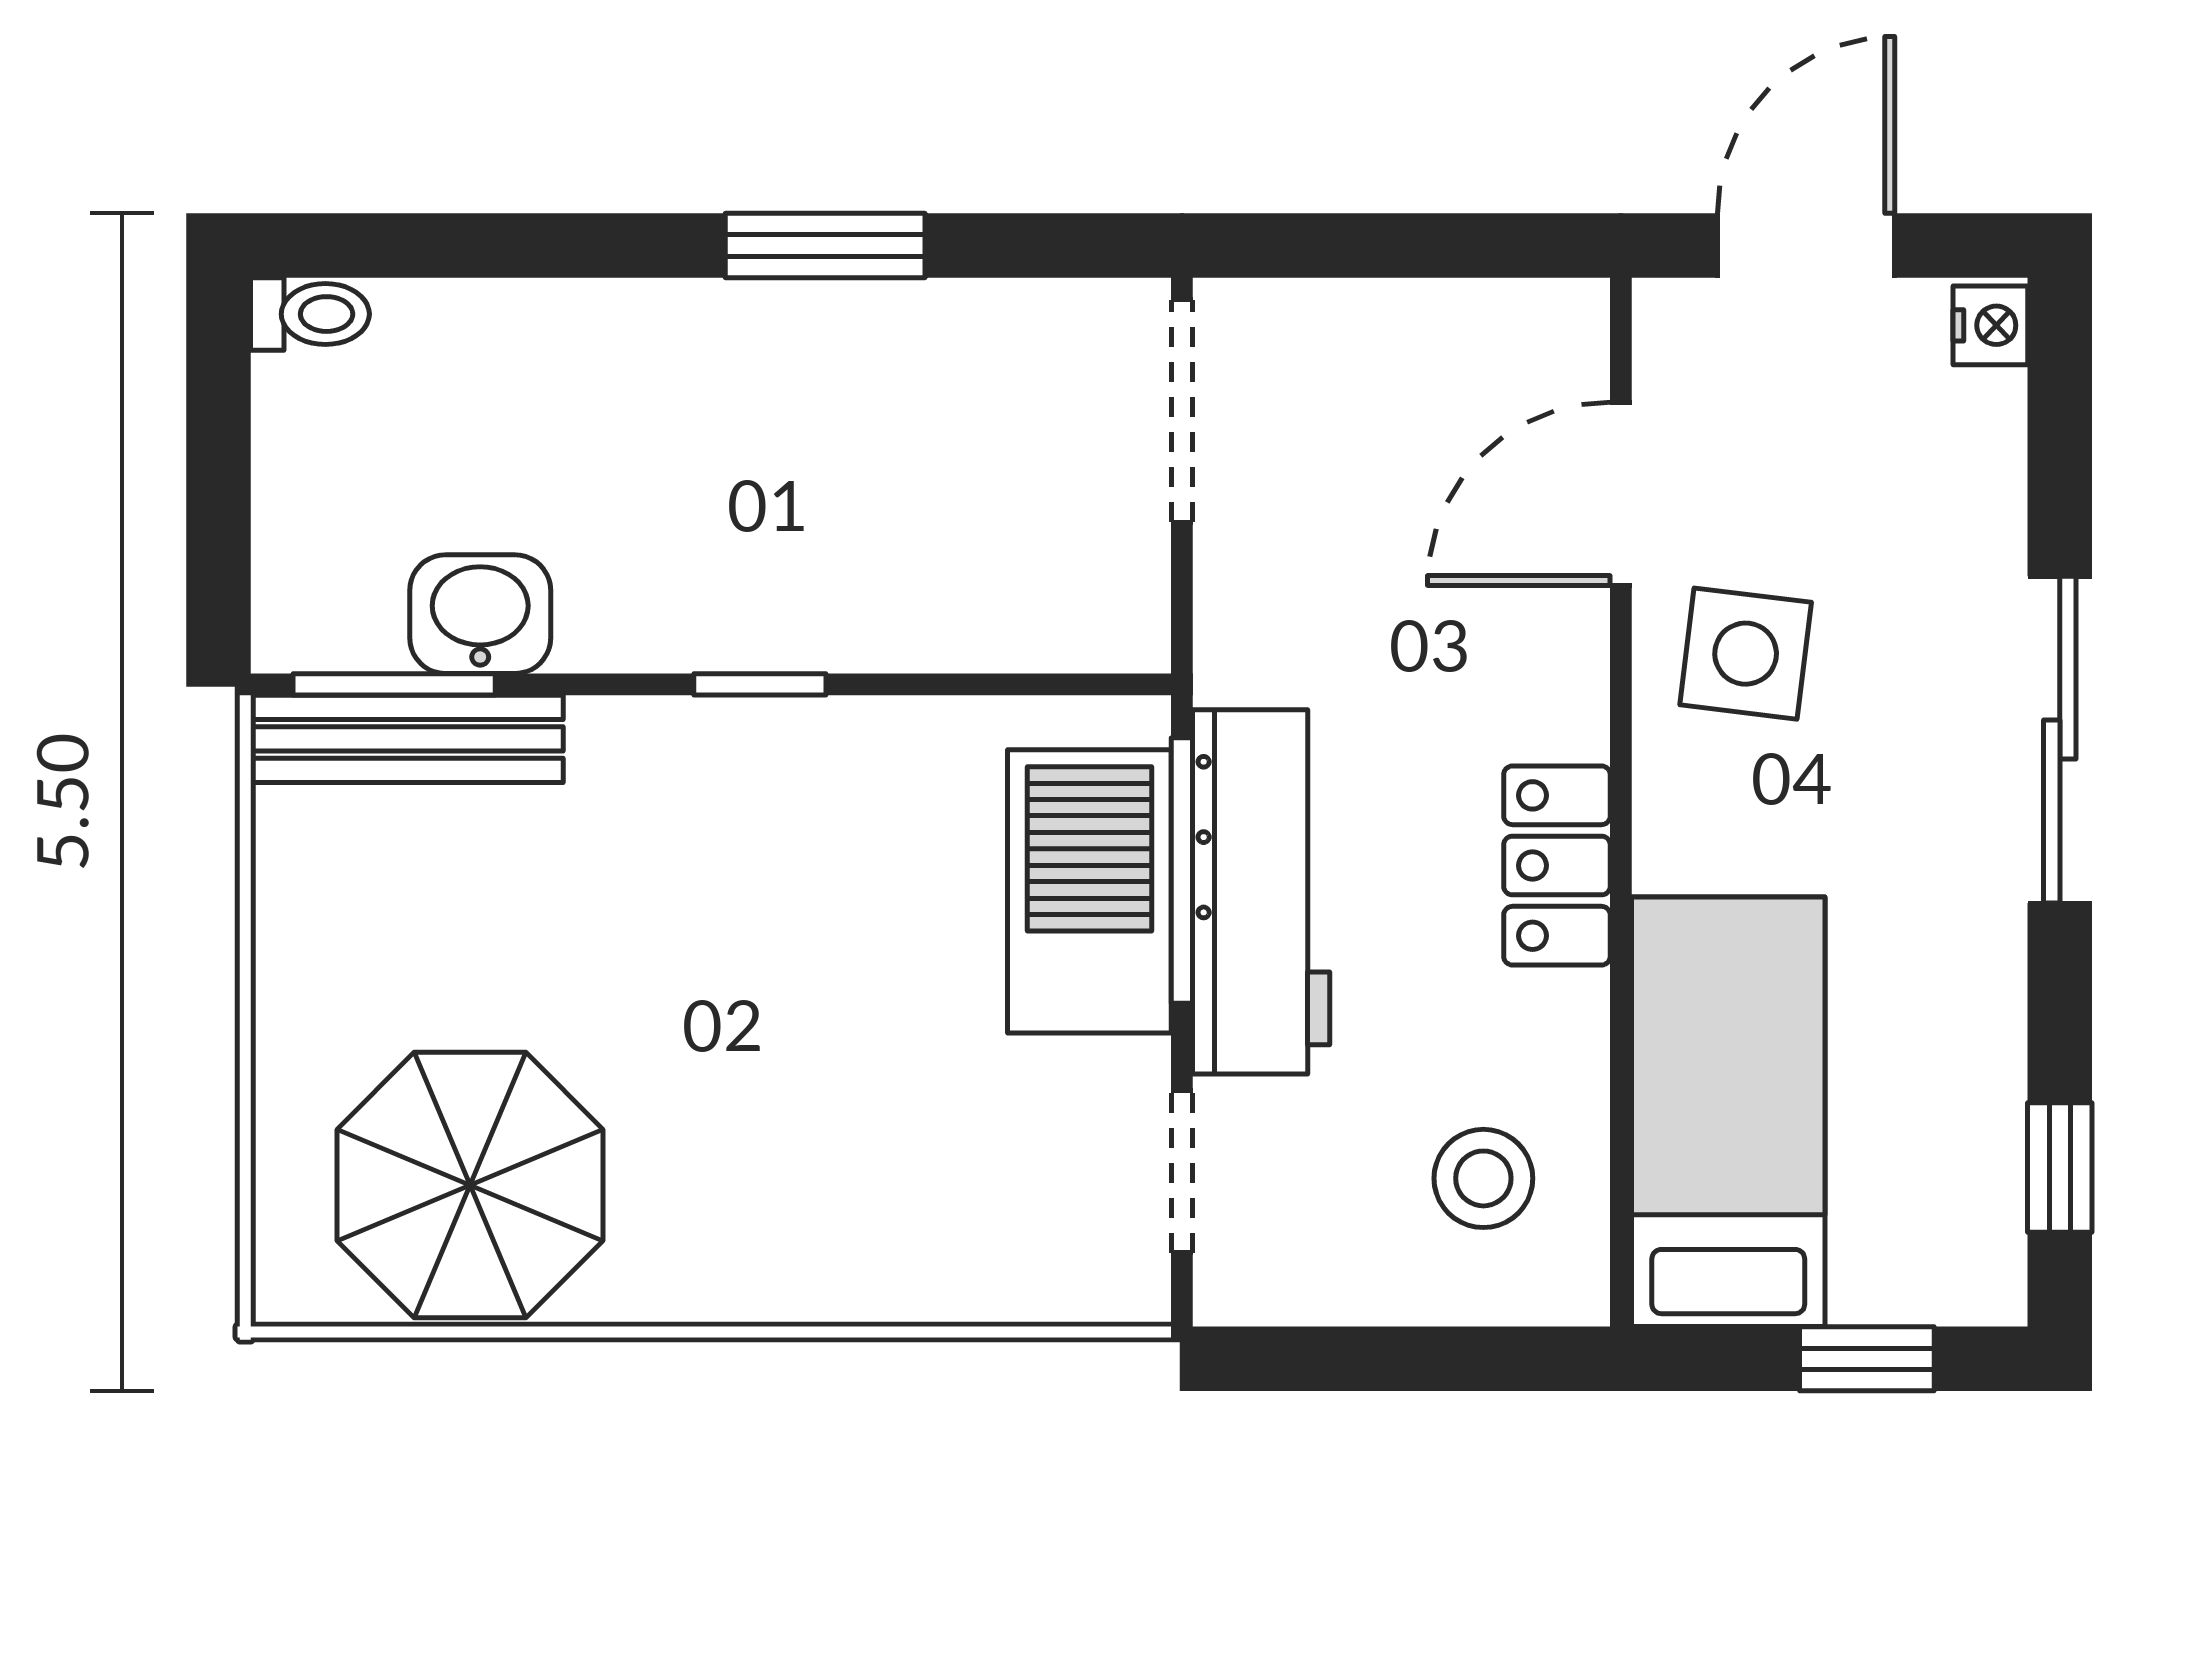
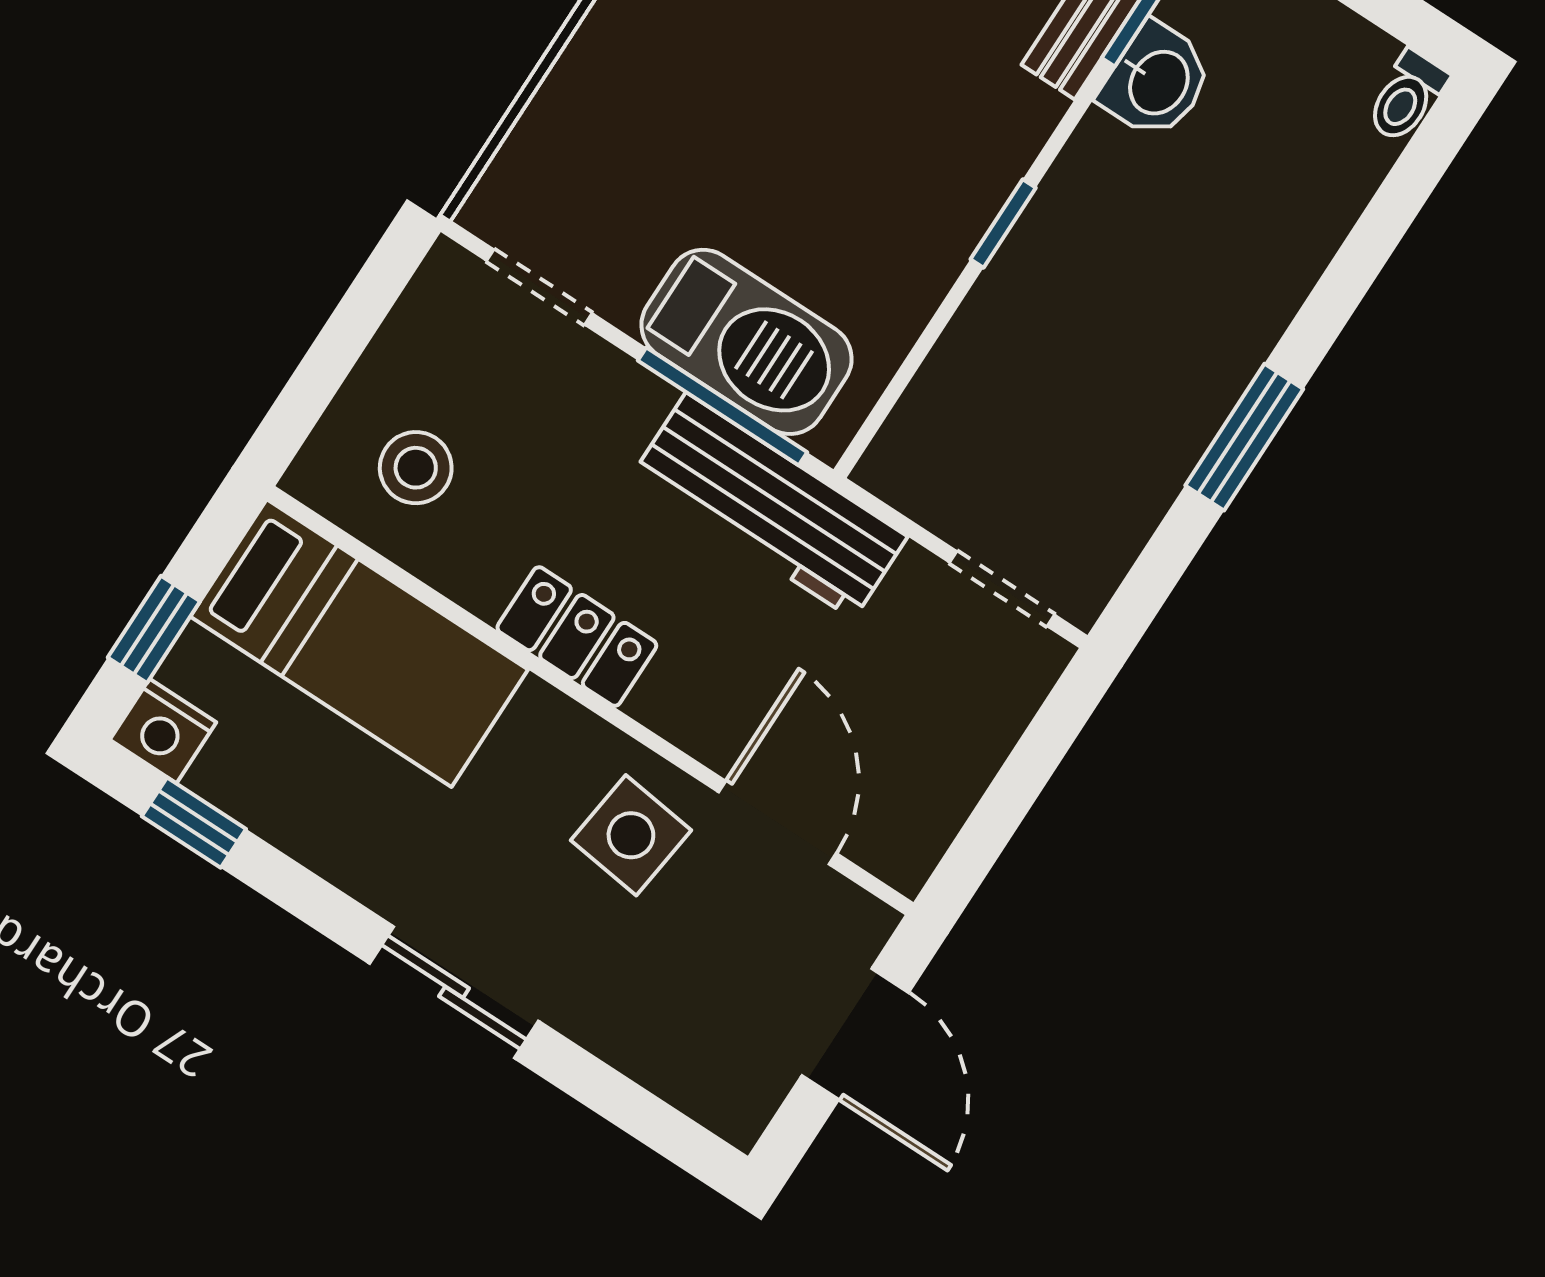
nightstand: (1990, 325) -> (163, 731), moved, width x1.39, depth x1.35
doorway: (1182, 411) -> (1002, 589), width x0.73
sliding door: (2060, 740) -> (454, 992), width x0.73
workbench: (1261, 892) -> (770, 506), moved

